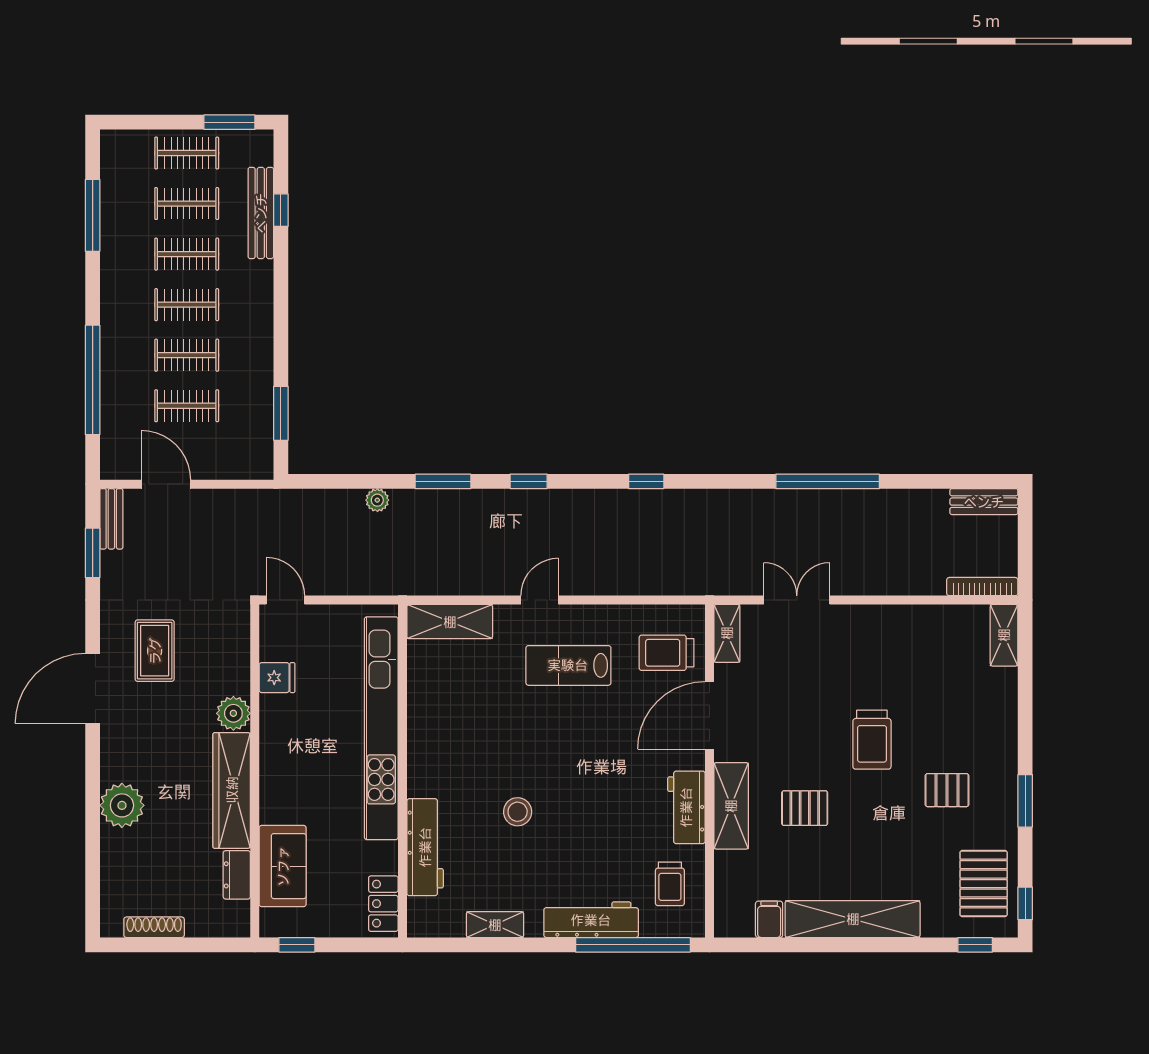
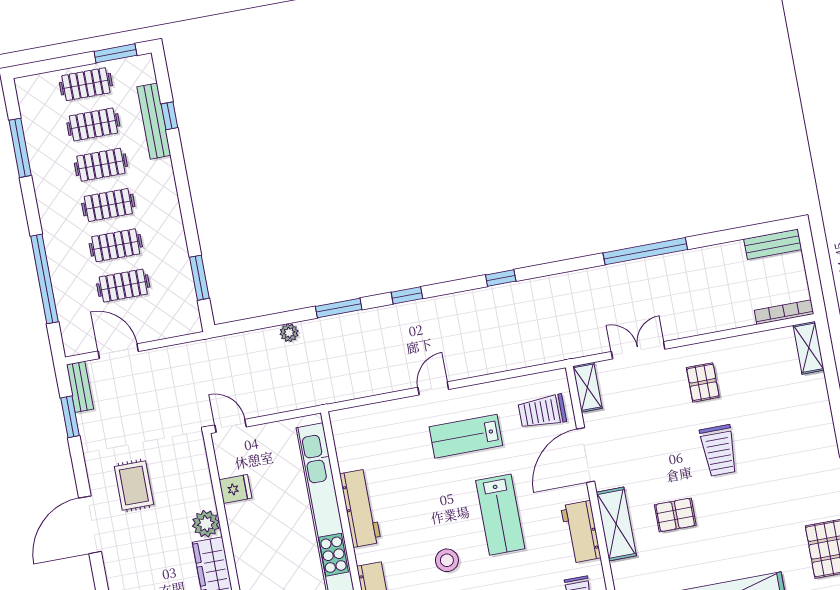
shelving: (450, 622) -> (365, 419), removed
workbench: (424, 729) -> (360, 508), added
lab bench: (593, 768) -> (500, 515), added
pallet: (947, 790) -> (703, 382), moved, turned 90

